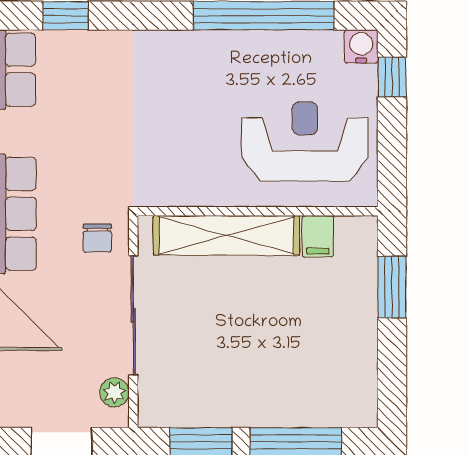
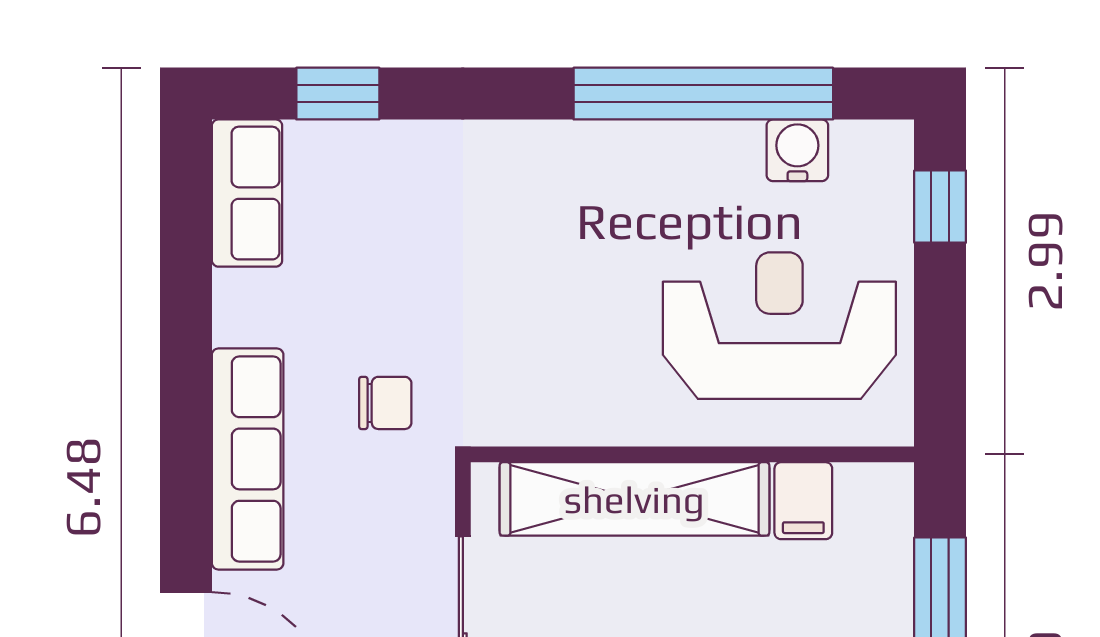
water cooler: (361, 46) -> (797, 150), moved
chair: (97, 238) -> (385, 403), moved, turned -90

